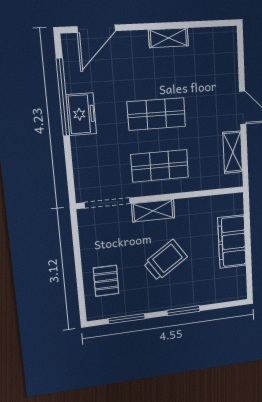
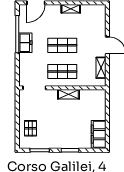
shelving: (153, 211) -> (68, 94), moved
filing cabinet: (232, 242) -> (99, 134), moved
trolley: (165, 260) -> (62, 121), removed

